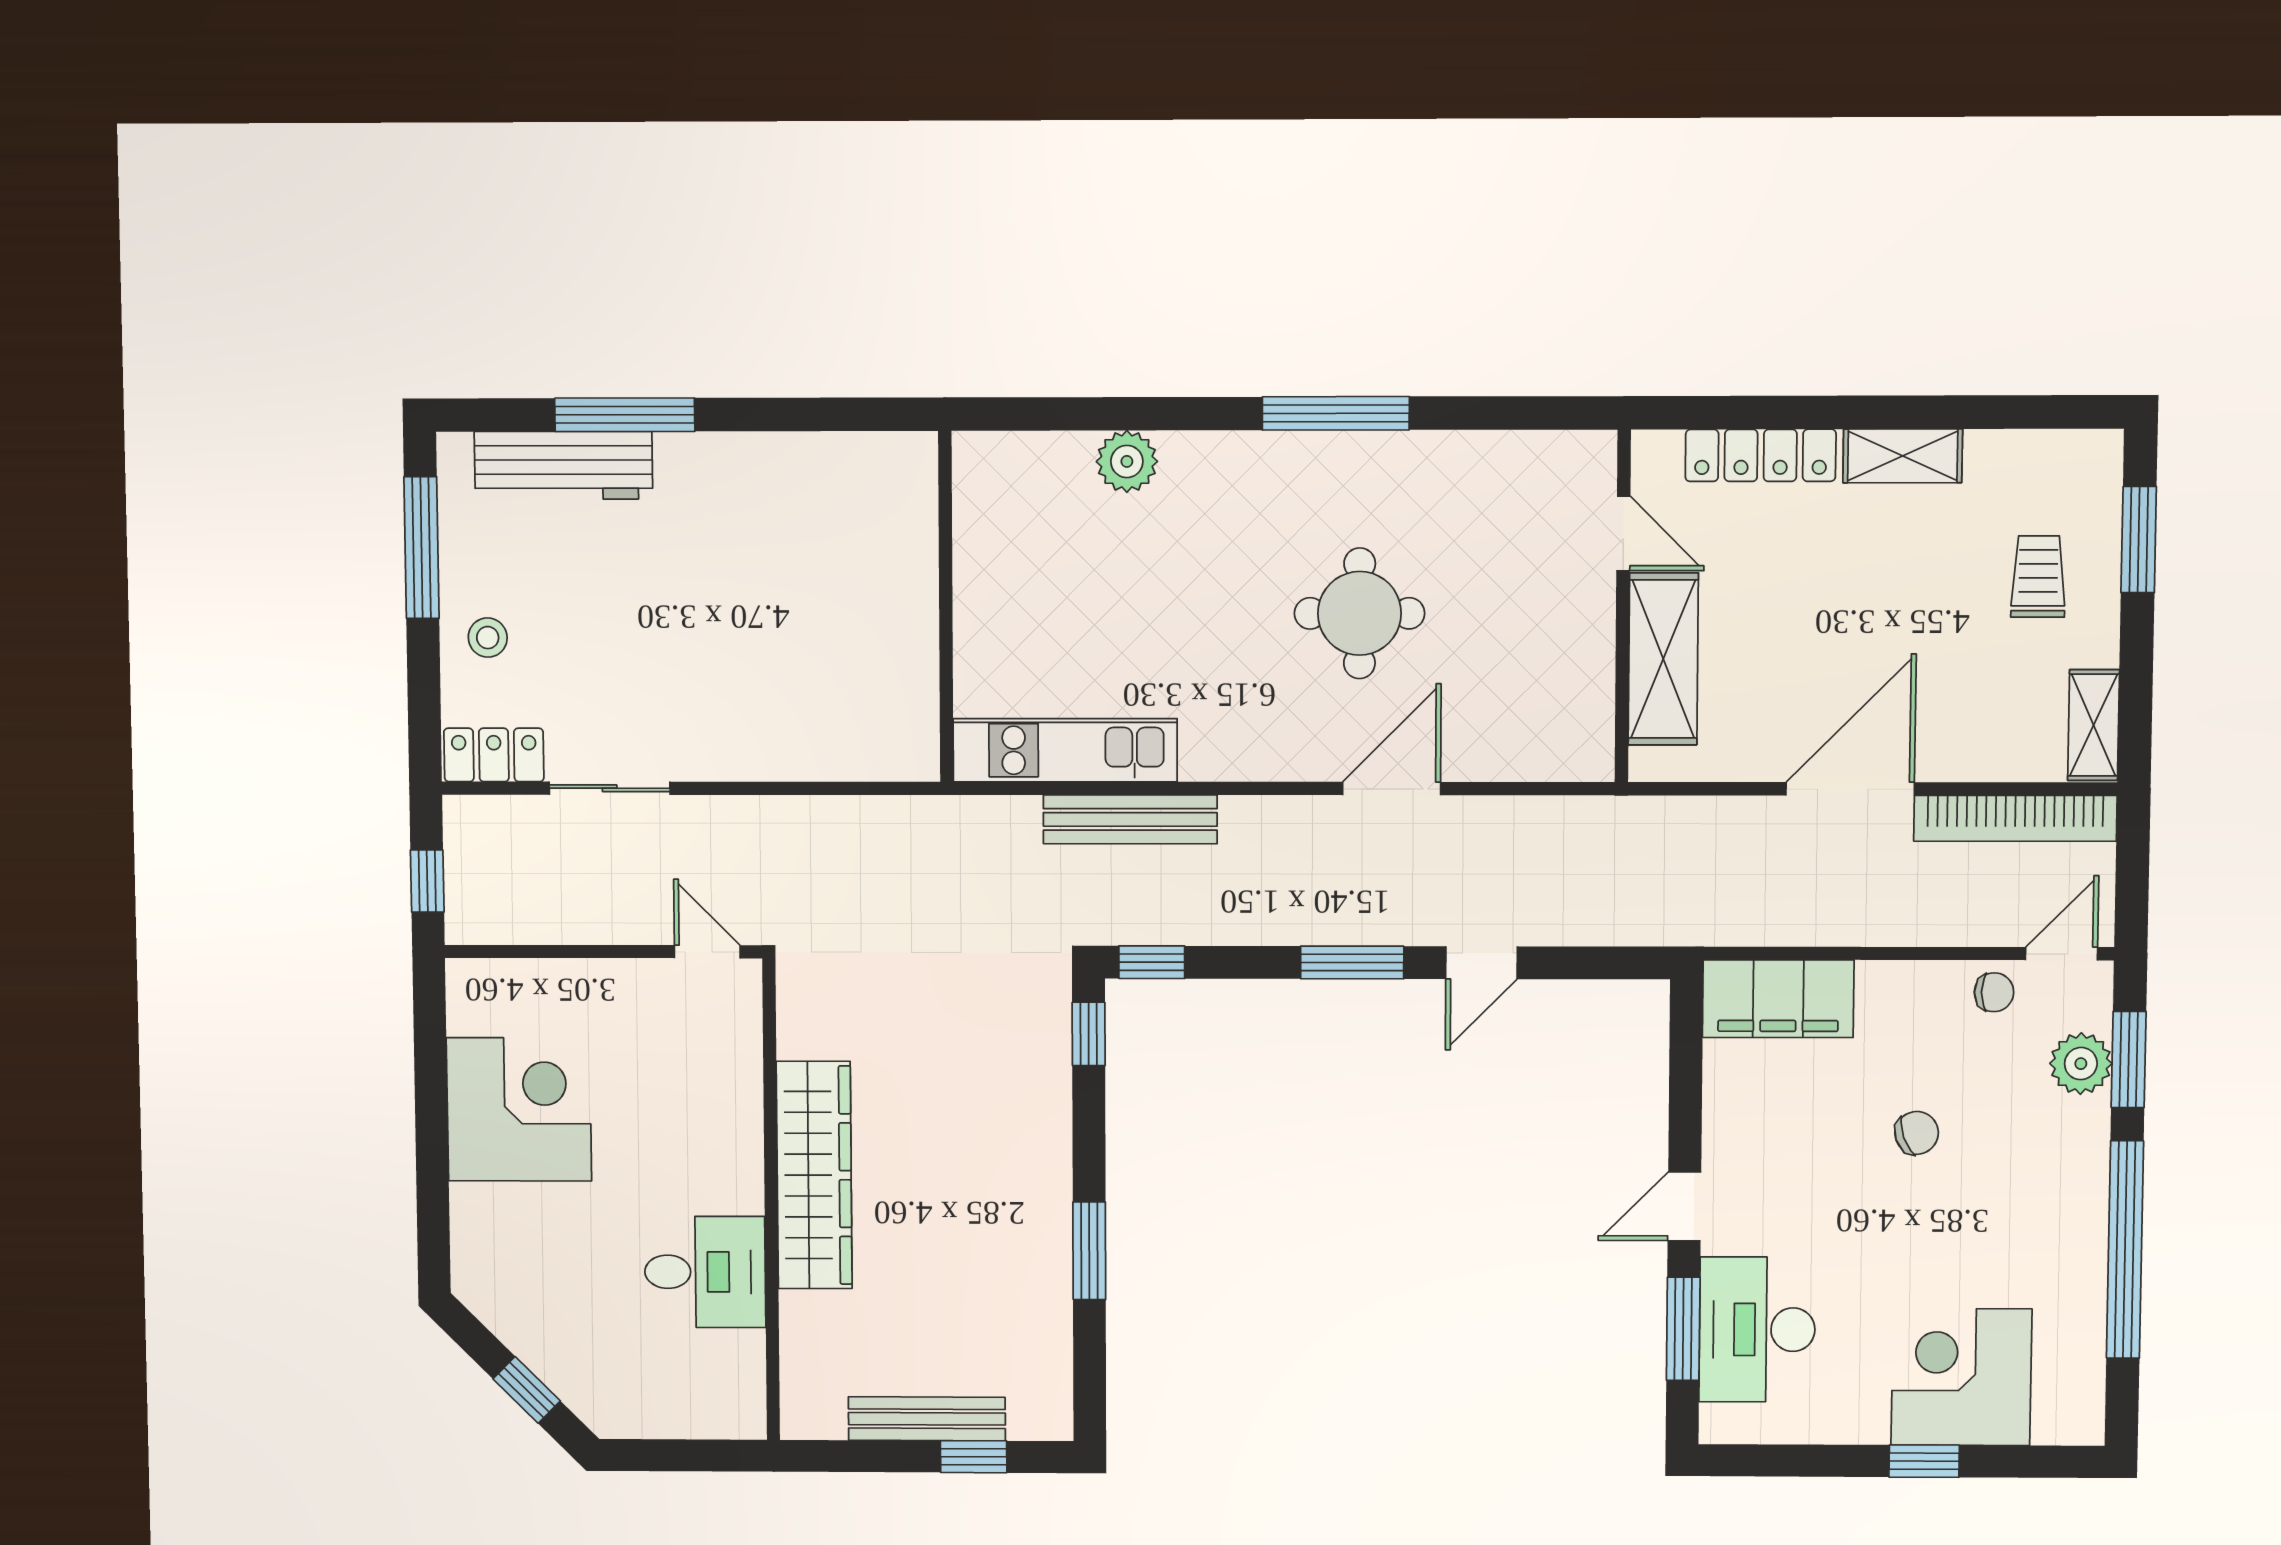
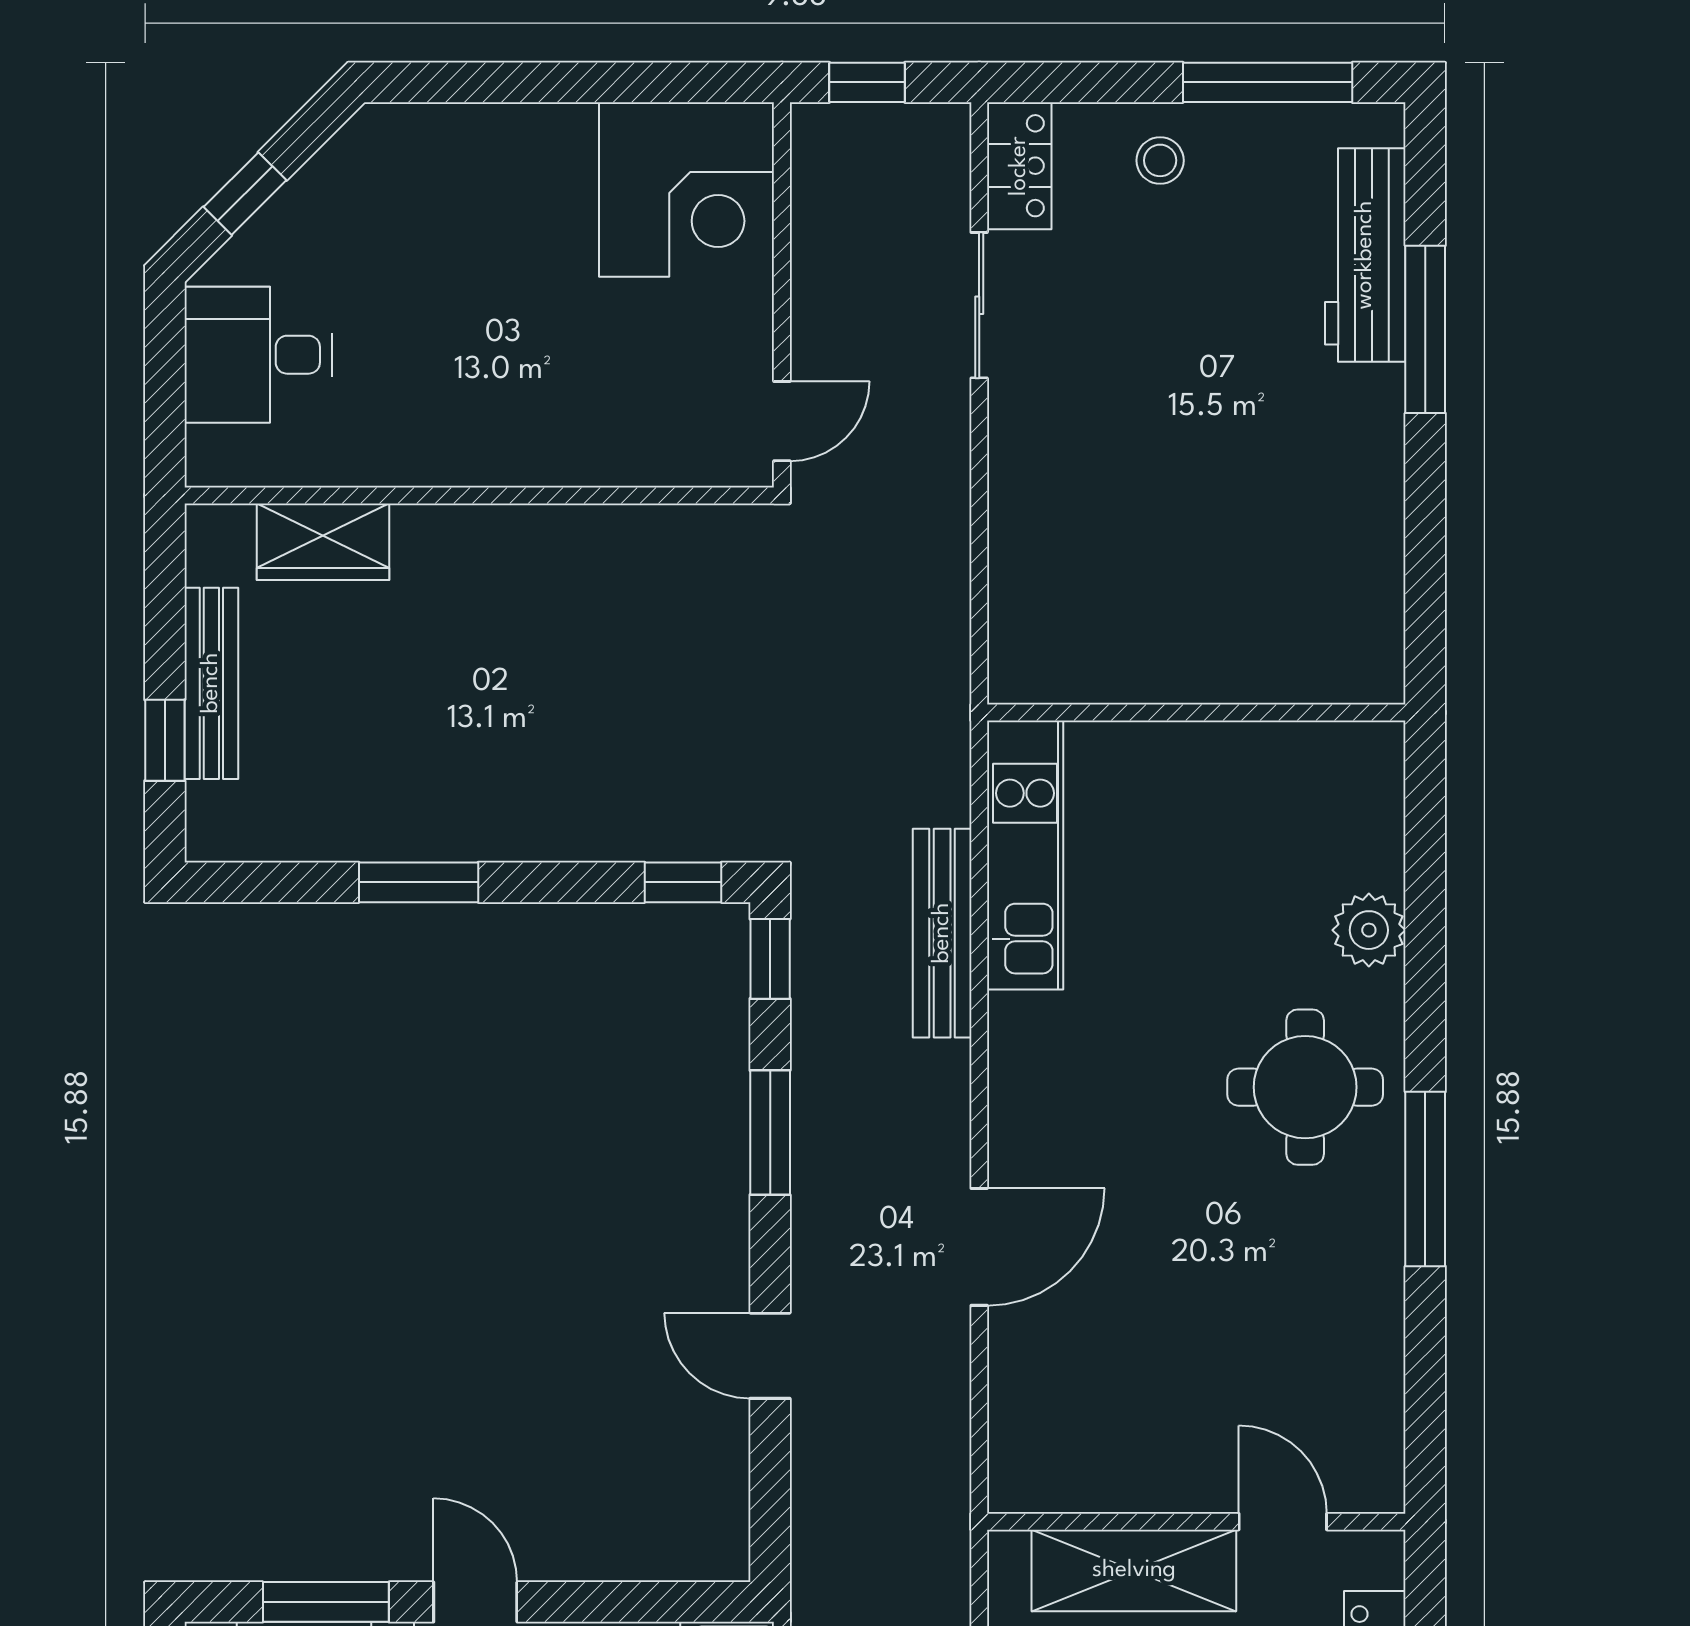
door: (1623, 534) -> (1283, 1522), swing flipped
round table: (1360, 613) -> (1305, 1087), moved
door: (1392, 789) -> (979, 1247), hinge flipped
window: (1352, 962) -> (770, 1133), moved
corner desk: (519, 1109) -> (687, 190), moved
wardrobe: (814, 1175) -> (323, 542), moved, width x0.48, depth x0.85
desk: (705, 1272) -> (258, 355), moved, turned 90

